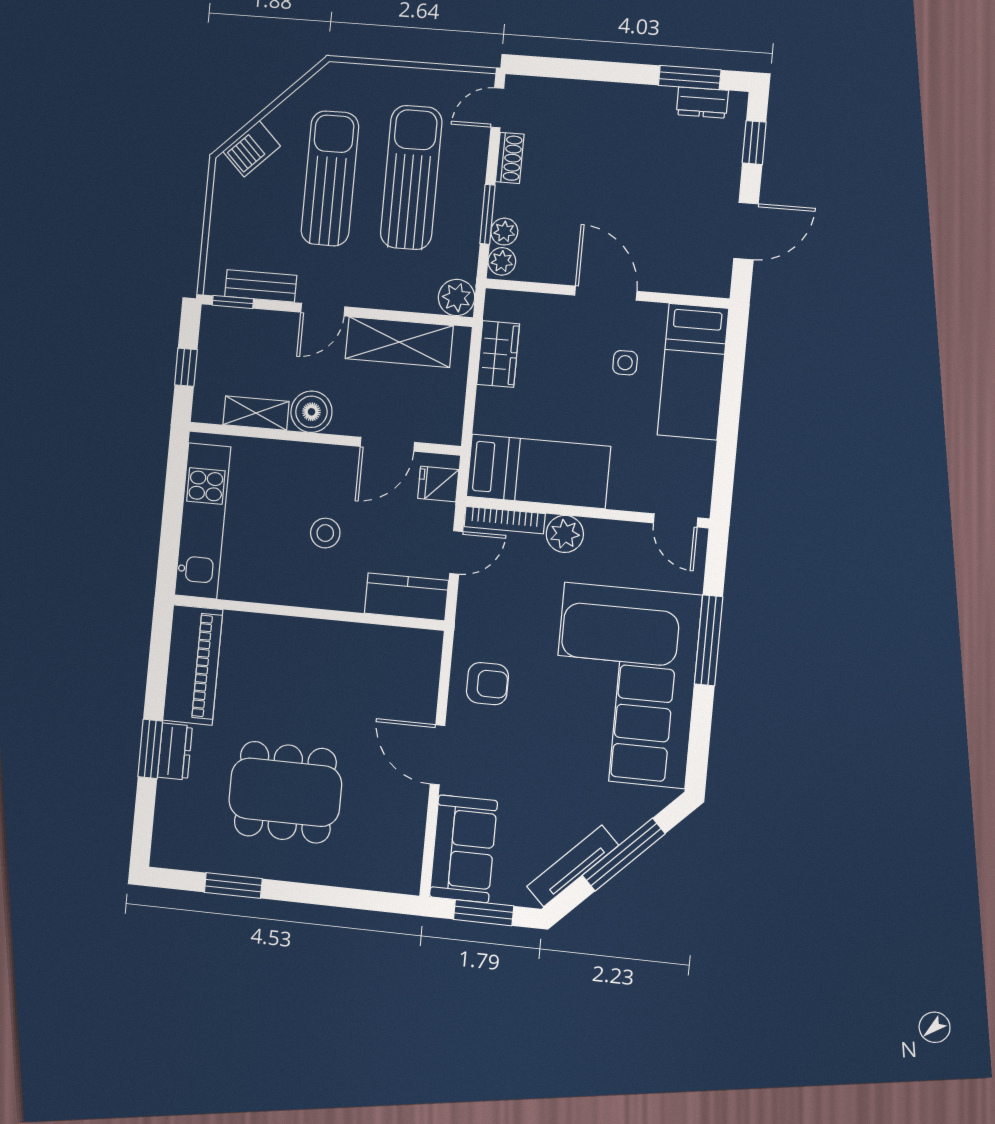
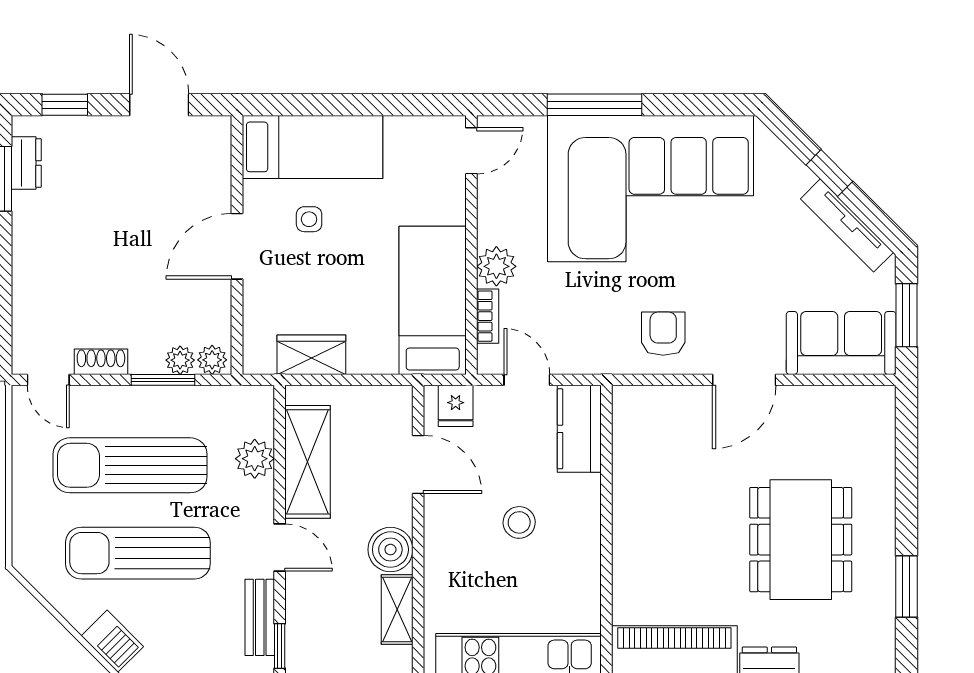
plant: (457, 298) -> (255, 459), moved
bookcase: (505, 520) -> (488, 316), width x0.64
window: (624, 855) -> (829, 173), width x0.46

